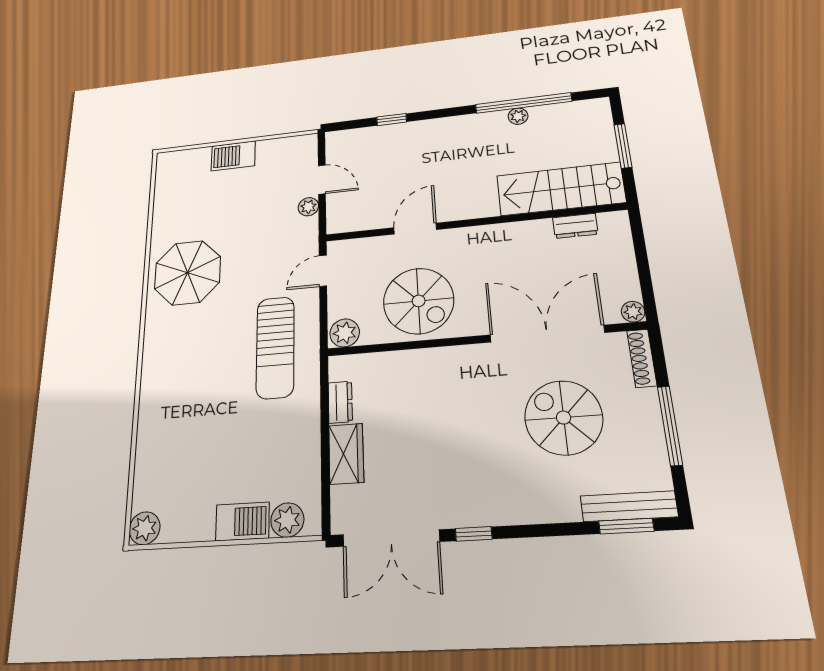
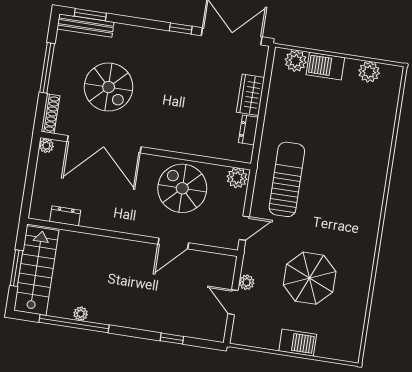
stairs: (561, 189) -> (36, 270), moved, turned -90
parasol: (187, 273) -> (310, 278), moved
plant: (145, 528) -> (369, 72), moved

